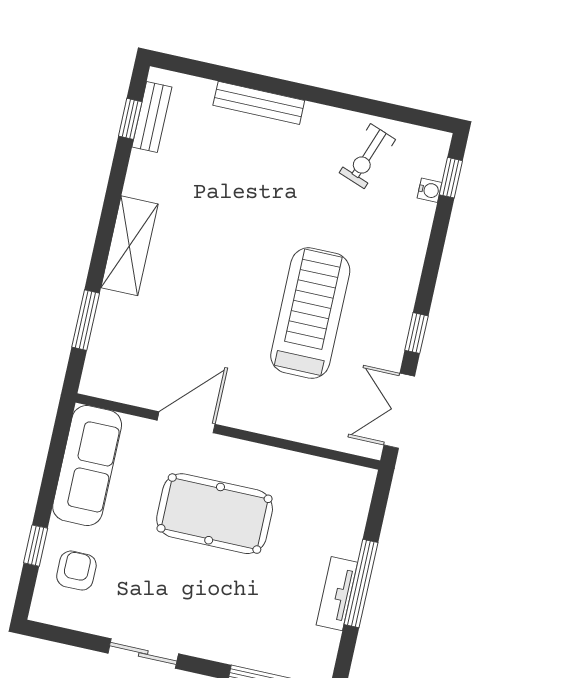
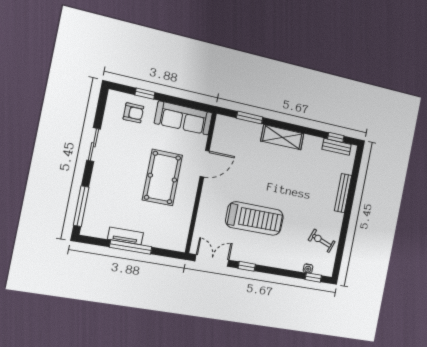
door: (186, 422) -> (205, 164), hinge flipped

